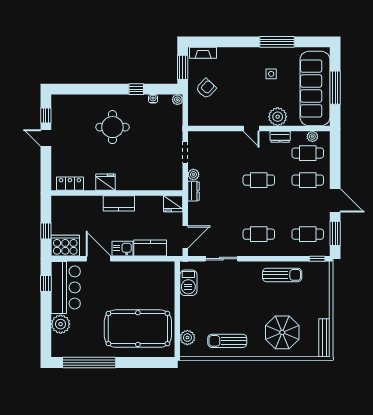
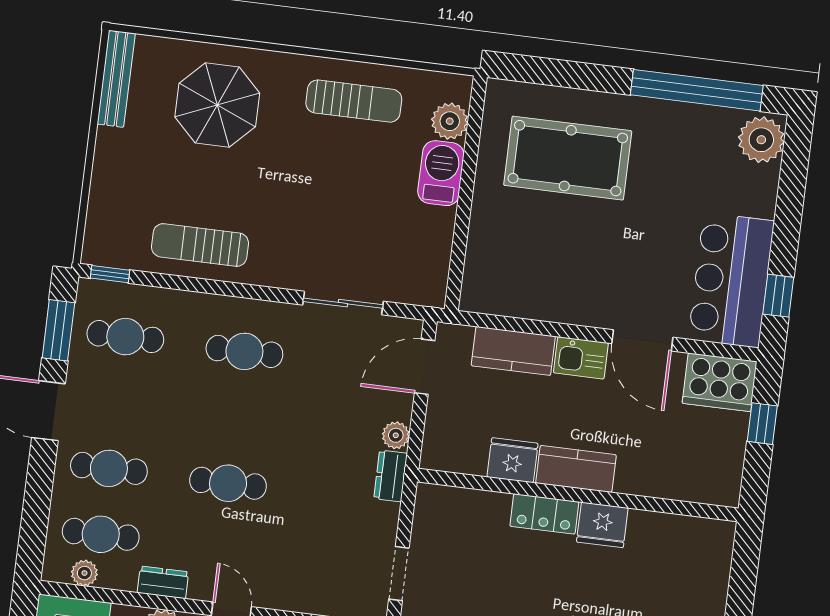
plant: (193, 174) -> (396, 435), moved
locker: (70, 184) -> (544, 514), moved
fridge: (173, 204) -> (513, 460), moved
barbecue: (188, 283) -> (441, 173), moved
plant: (61, 324) -> (761, 140), moved
pool table: (138, 329) -> (568, 158), width x0.73, depth x0.76

